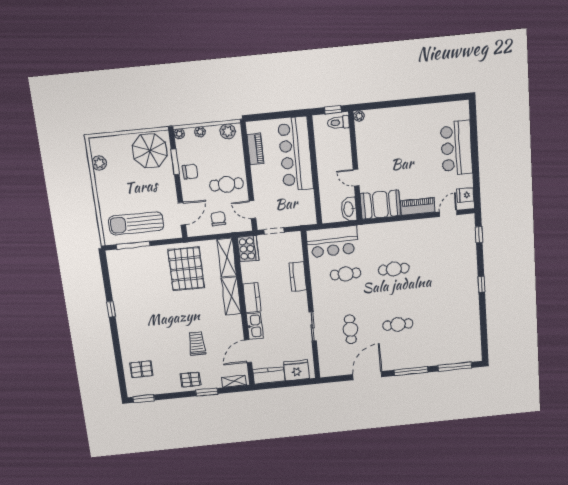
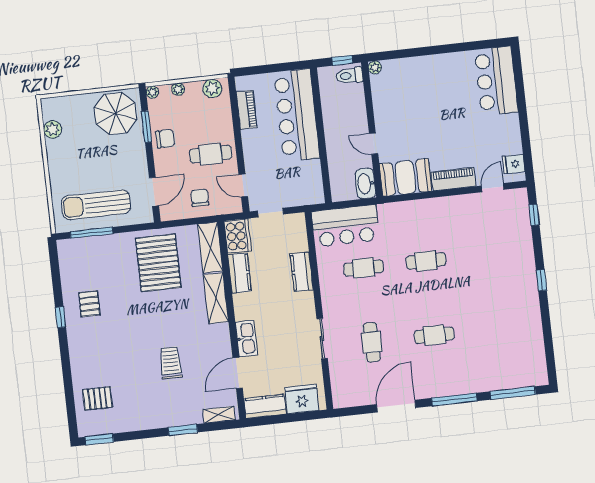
bar counter: (456, 148) -> (496, 81), moved
kitchen counter: (252, 298) -> (240, 273), moved
pallet: (190, 380) -> (89, 304), moved, turned 90

